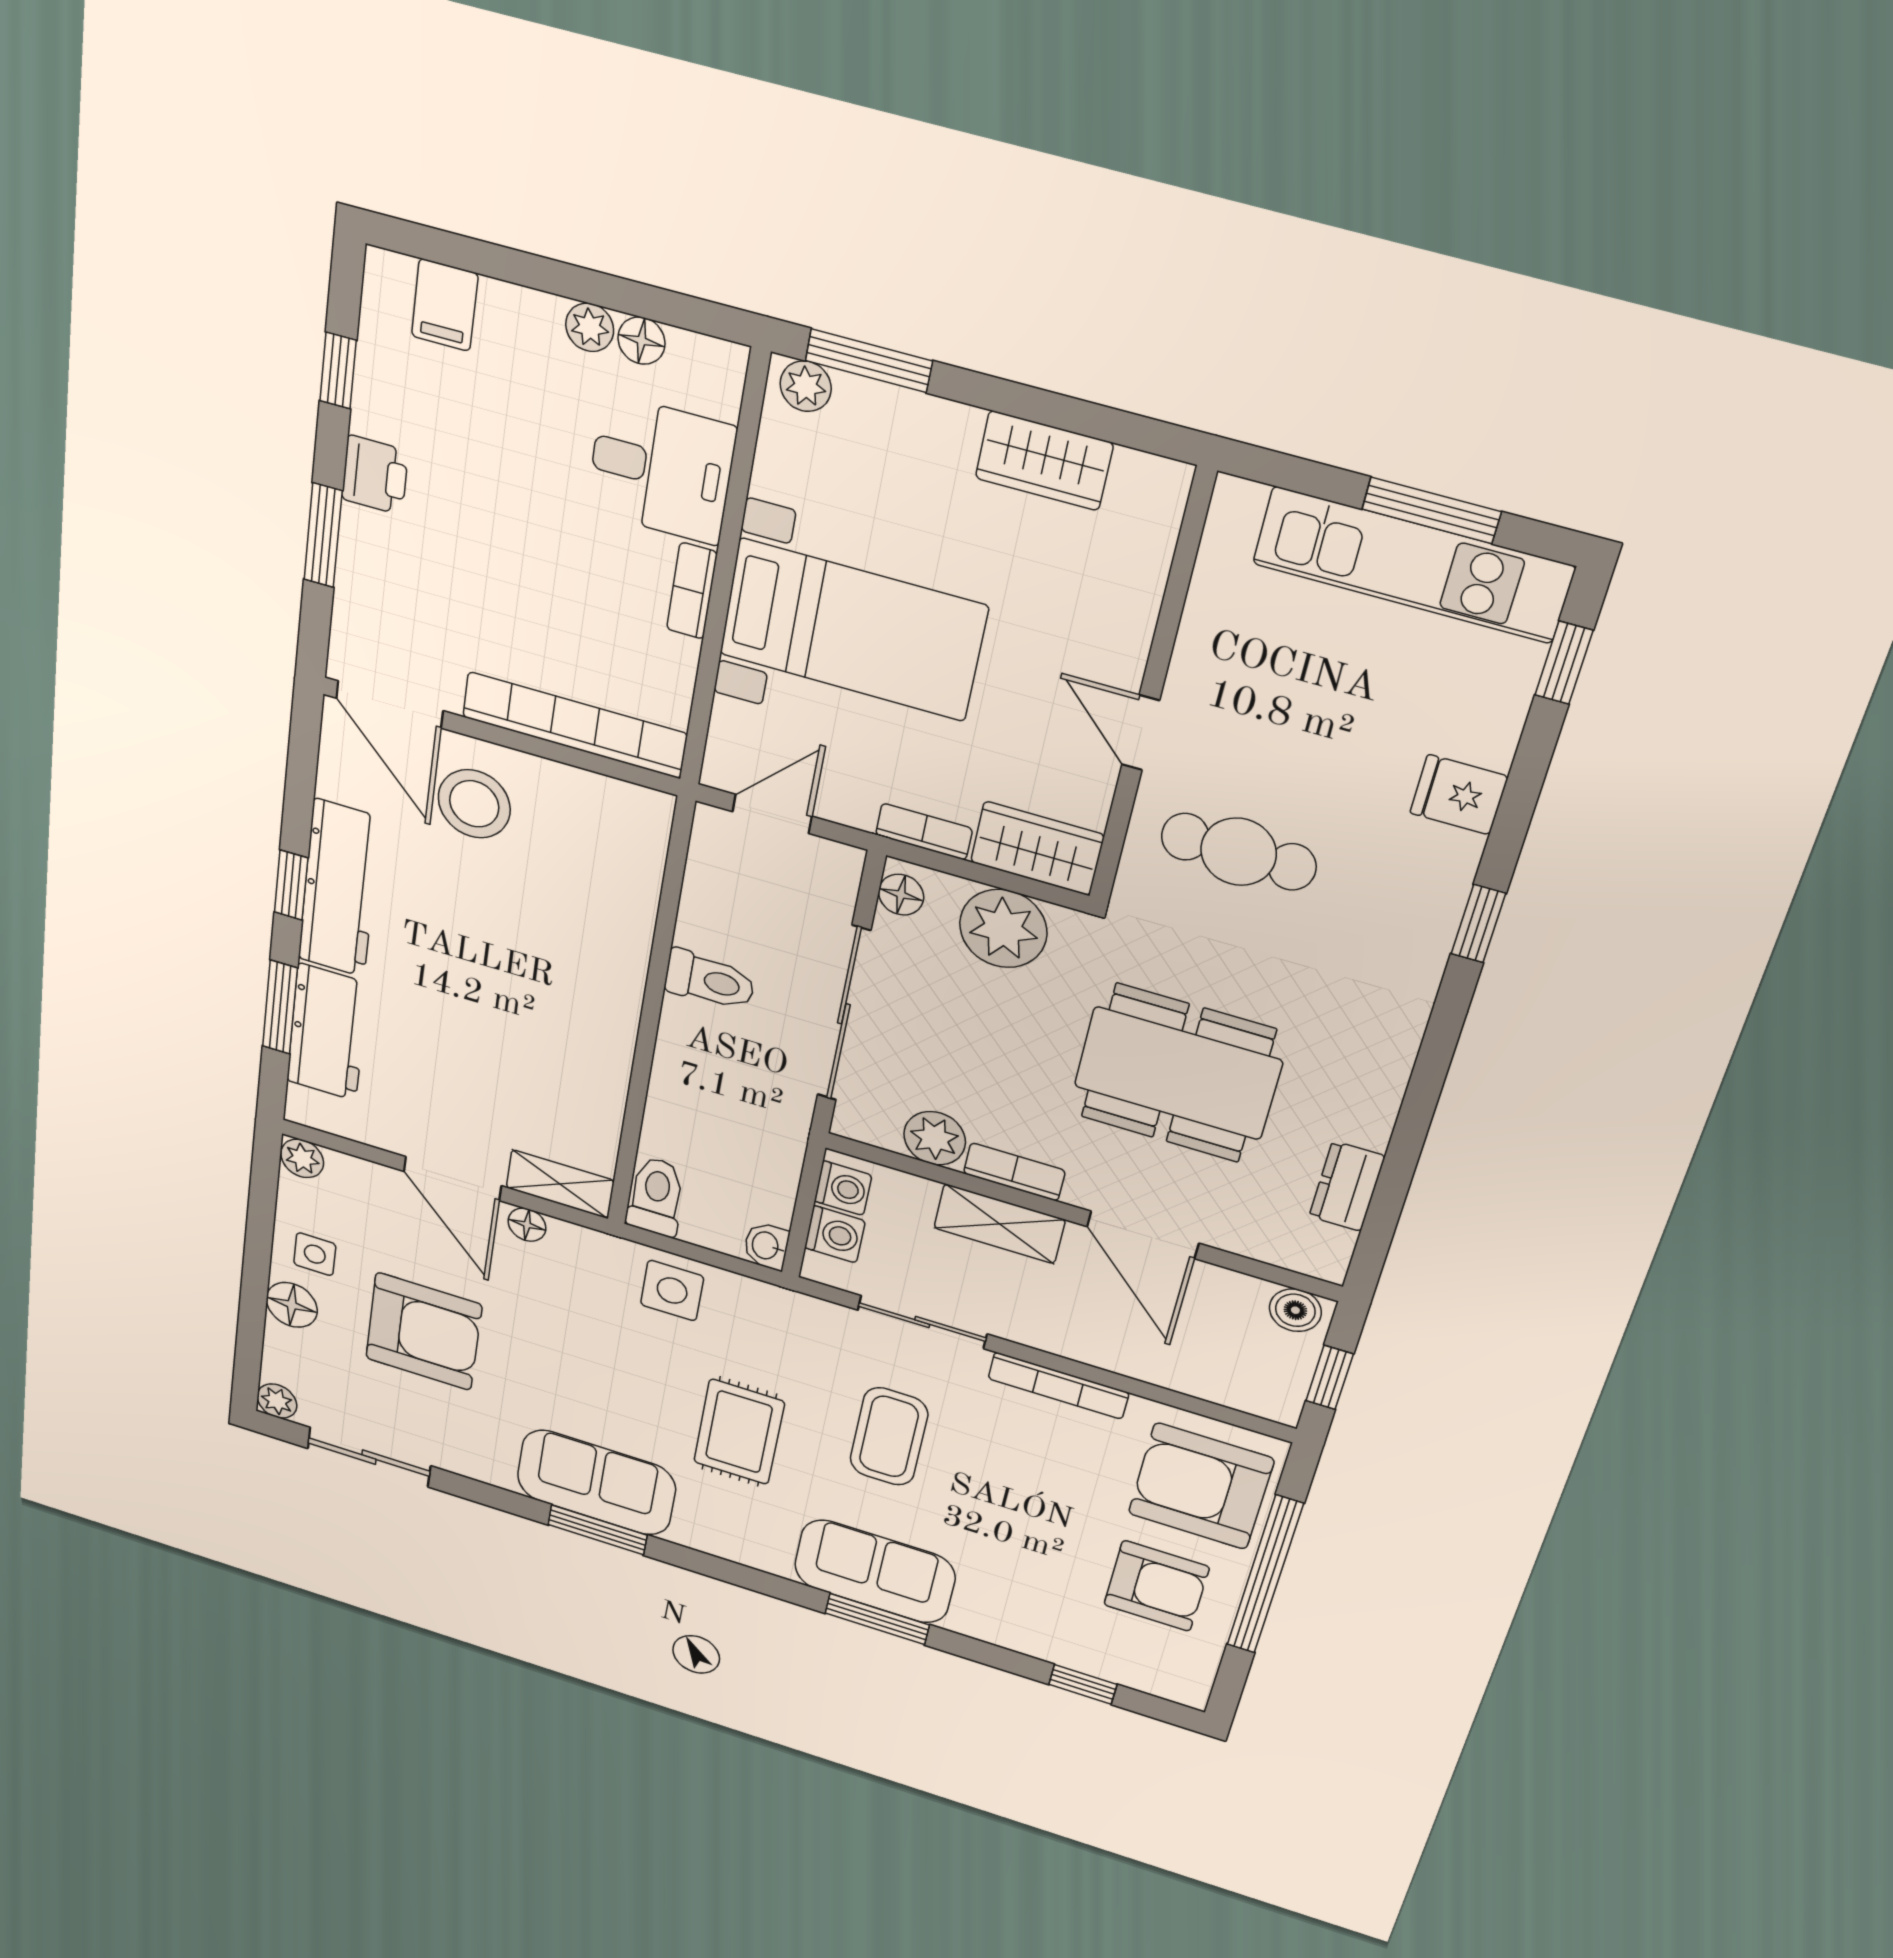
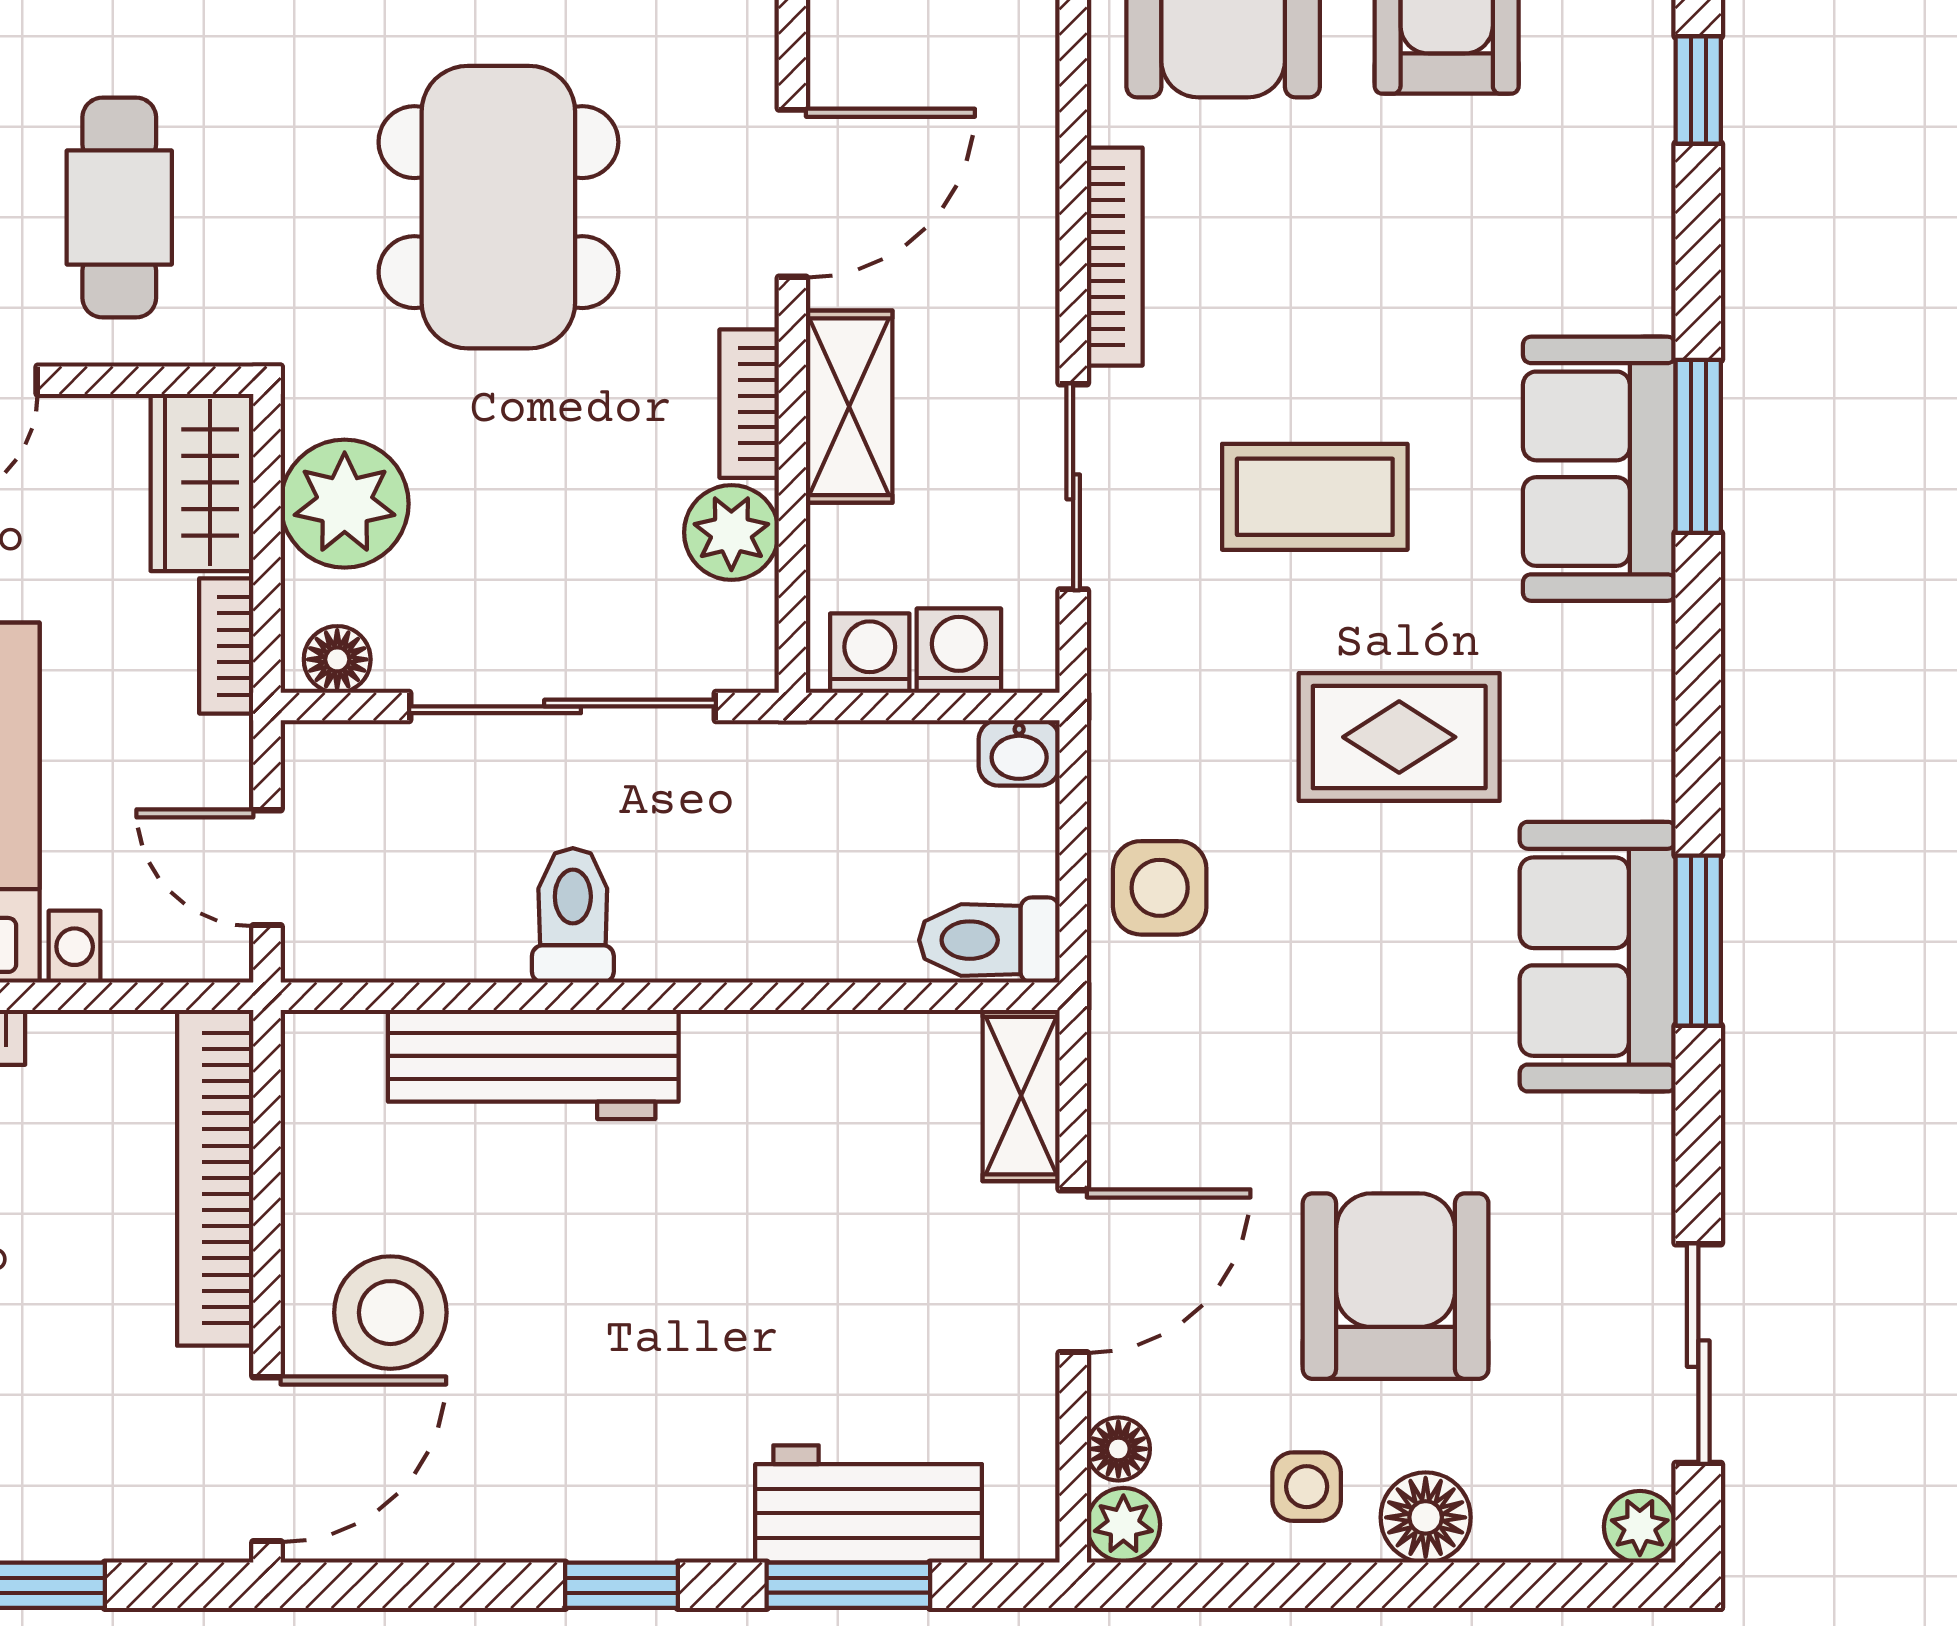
workbench: (339, 889) -> (533, 1065), moved, turned 180
floor lamp: (527, 1225) -> (1118, 1449), moved

